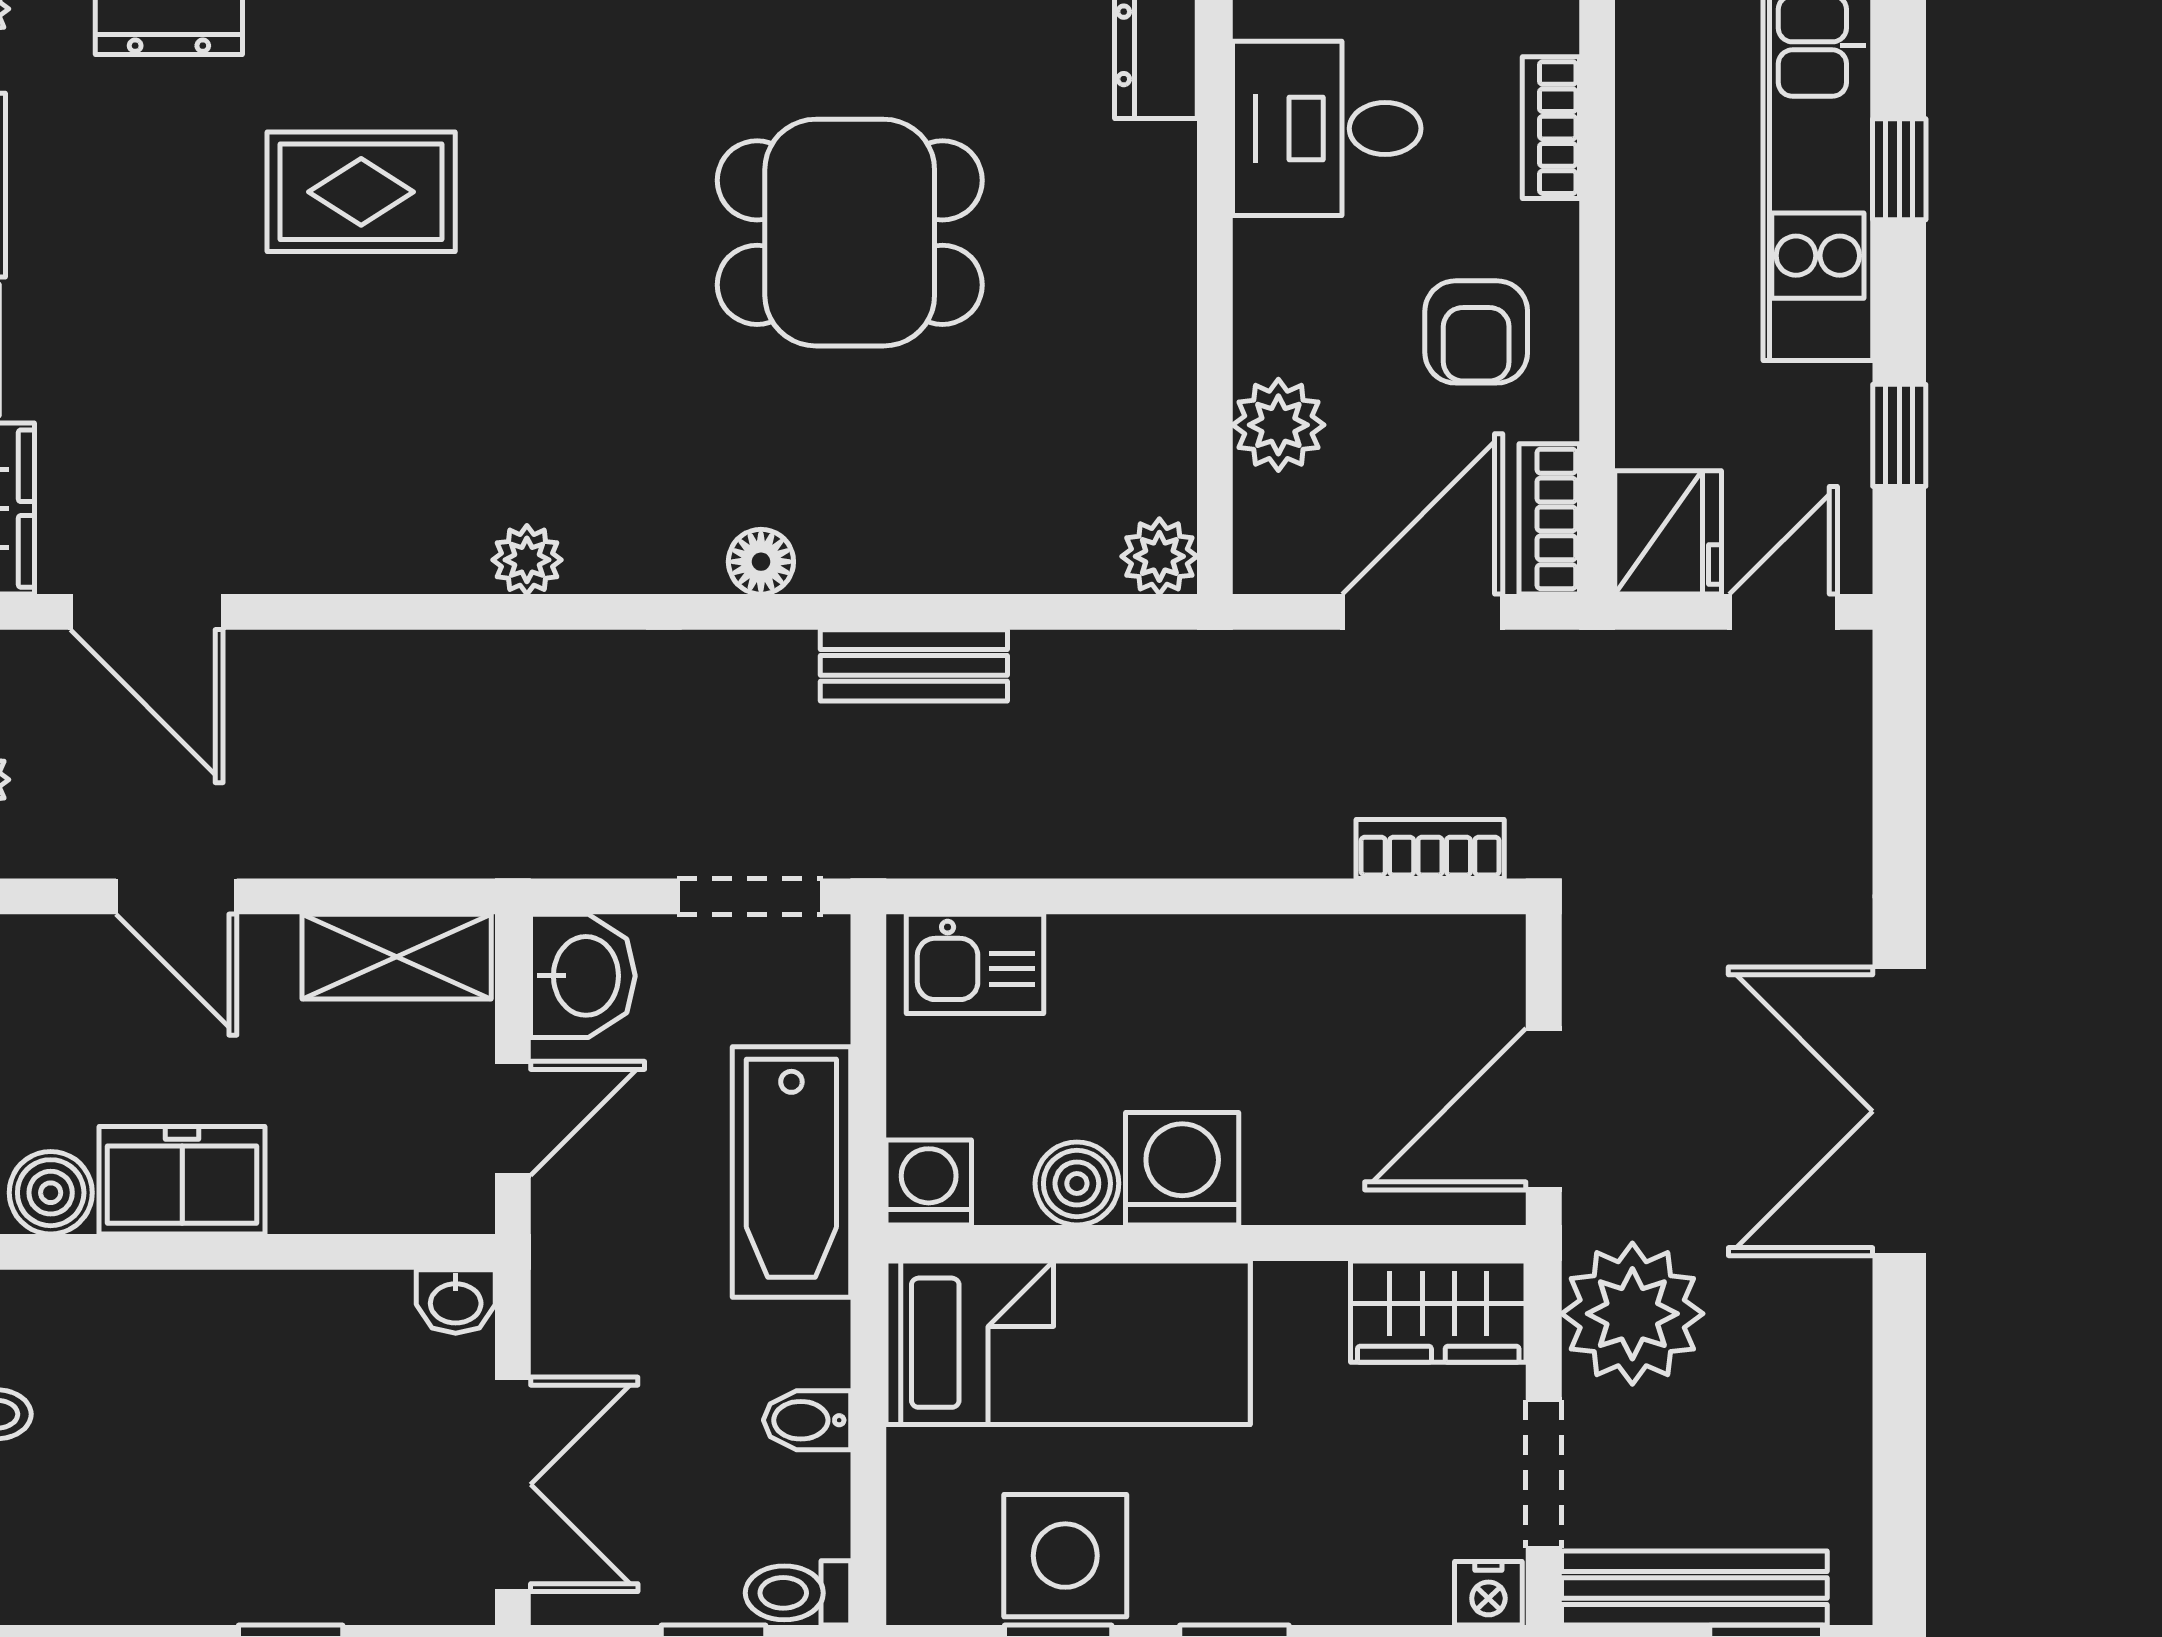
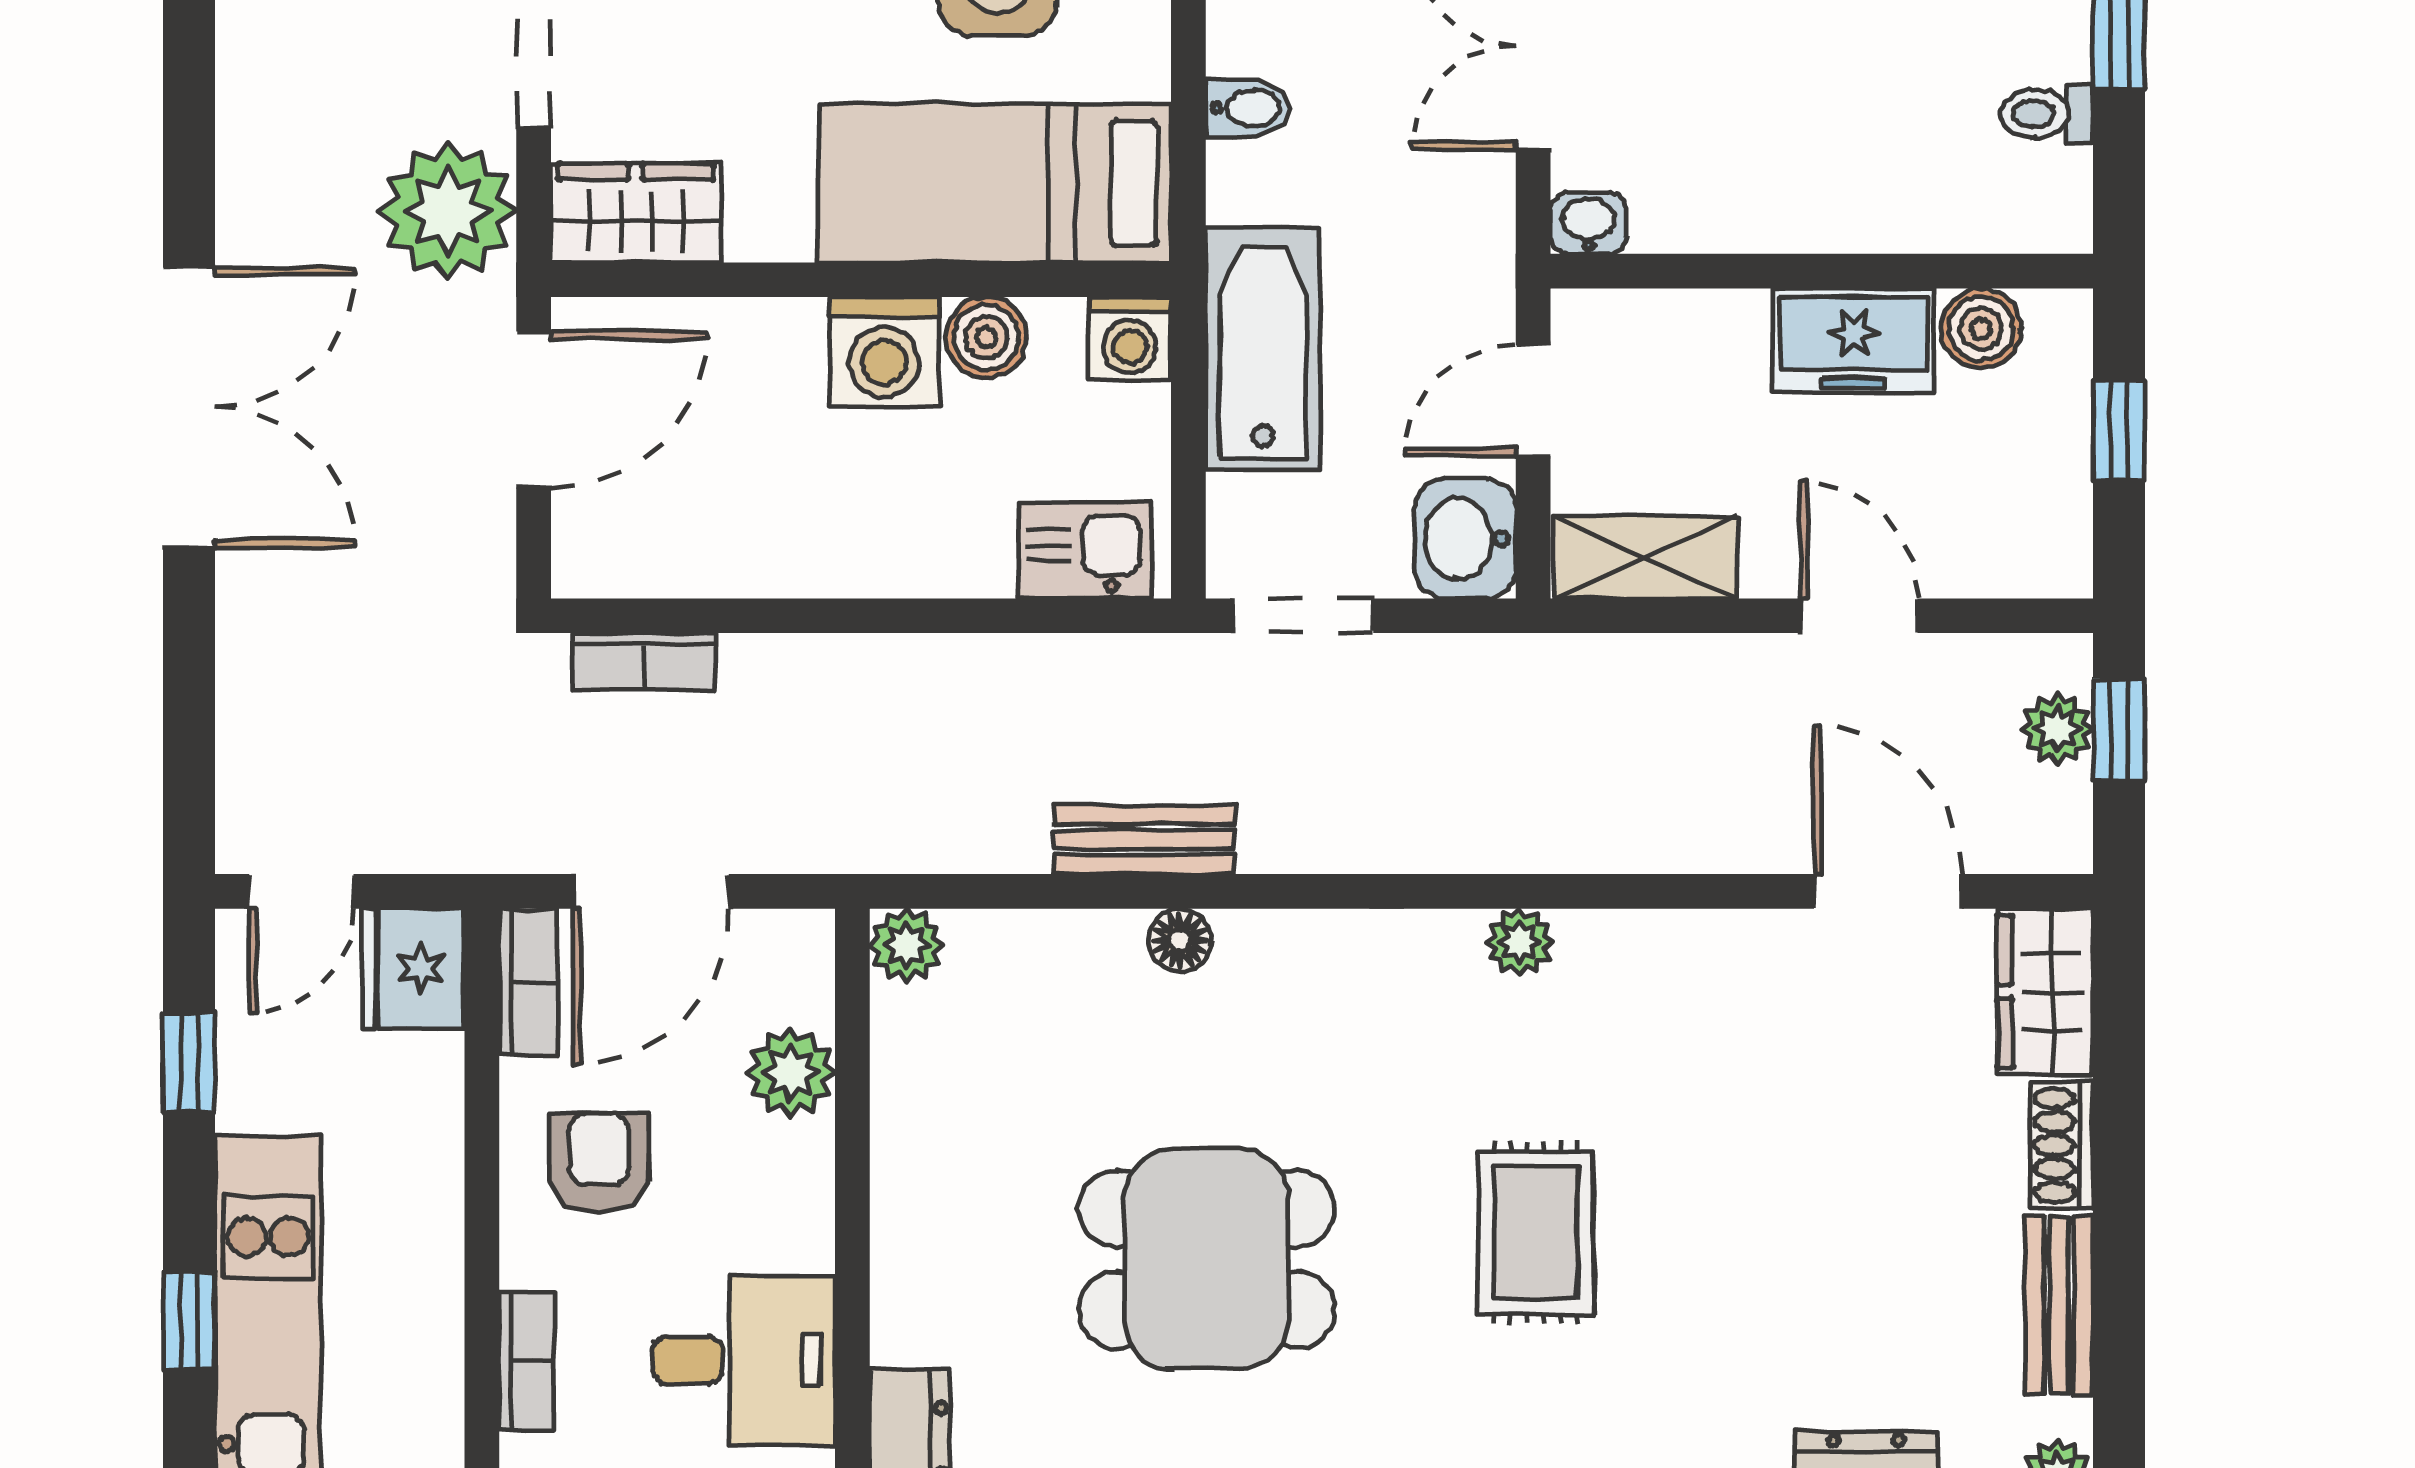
rug: (361, 192) -> (1536, 1233), moved, turned 90
floor lamp: (761, 562) -> (1180, 940), moved

